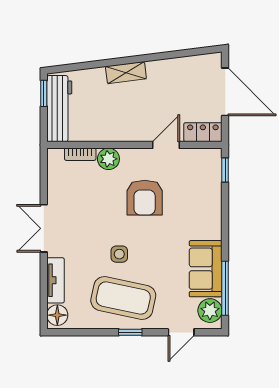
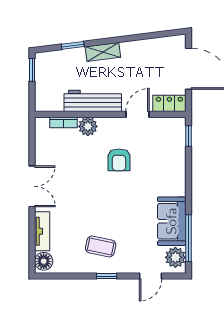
window: (91, 65) -> (73, 45), added
workbench: (59, 109) -> (93, 101), moved, turned -90
armchair: (145, 198) -> (119, 160), width x0.72, depth x0.72
double door: (44, 228) -> (32, 186), swing flipped
side table: (119, 254) -> (97, 209), removed
coffee table: (123, 298) -> (101, 247), width x0.54, depth x0.58

